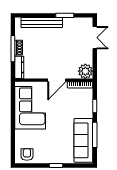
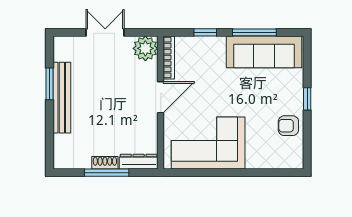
bench: (42, 23) -> (62, 98), moved
double door: (95, 38) -> (105, 32), moved
door: (57, 80) -> (161, 97), hinge flipped
armchair: (27, 155) -> (288, 126), moved

